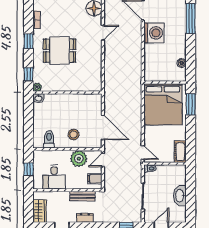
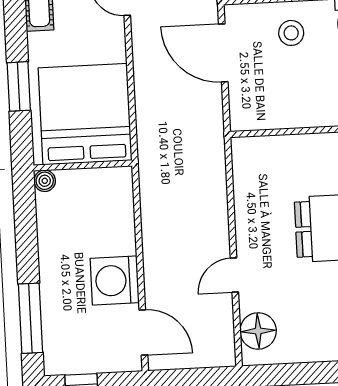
boiler: (182, 63) -> (45, 181), moved
window: (191, 104) -> (19, 86), moved

